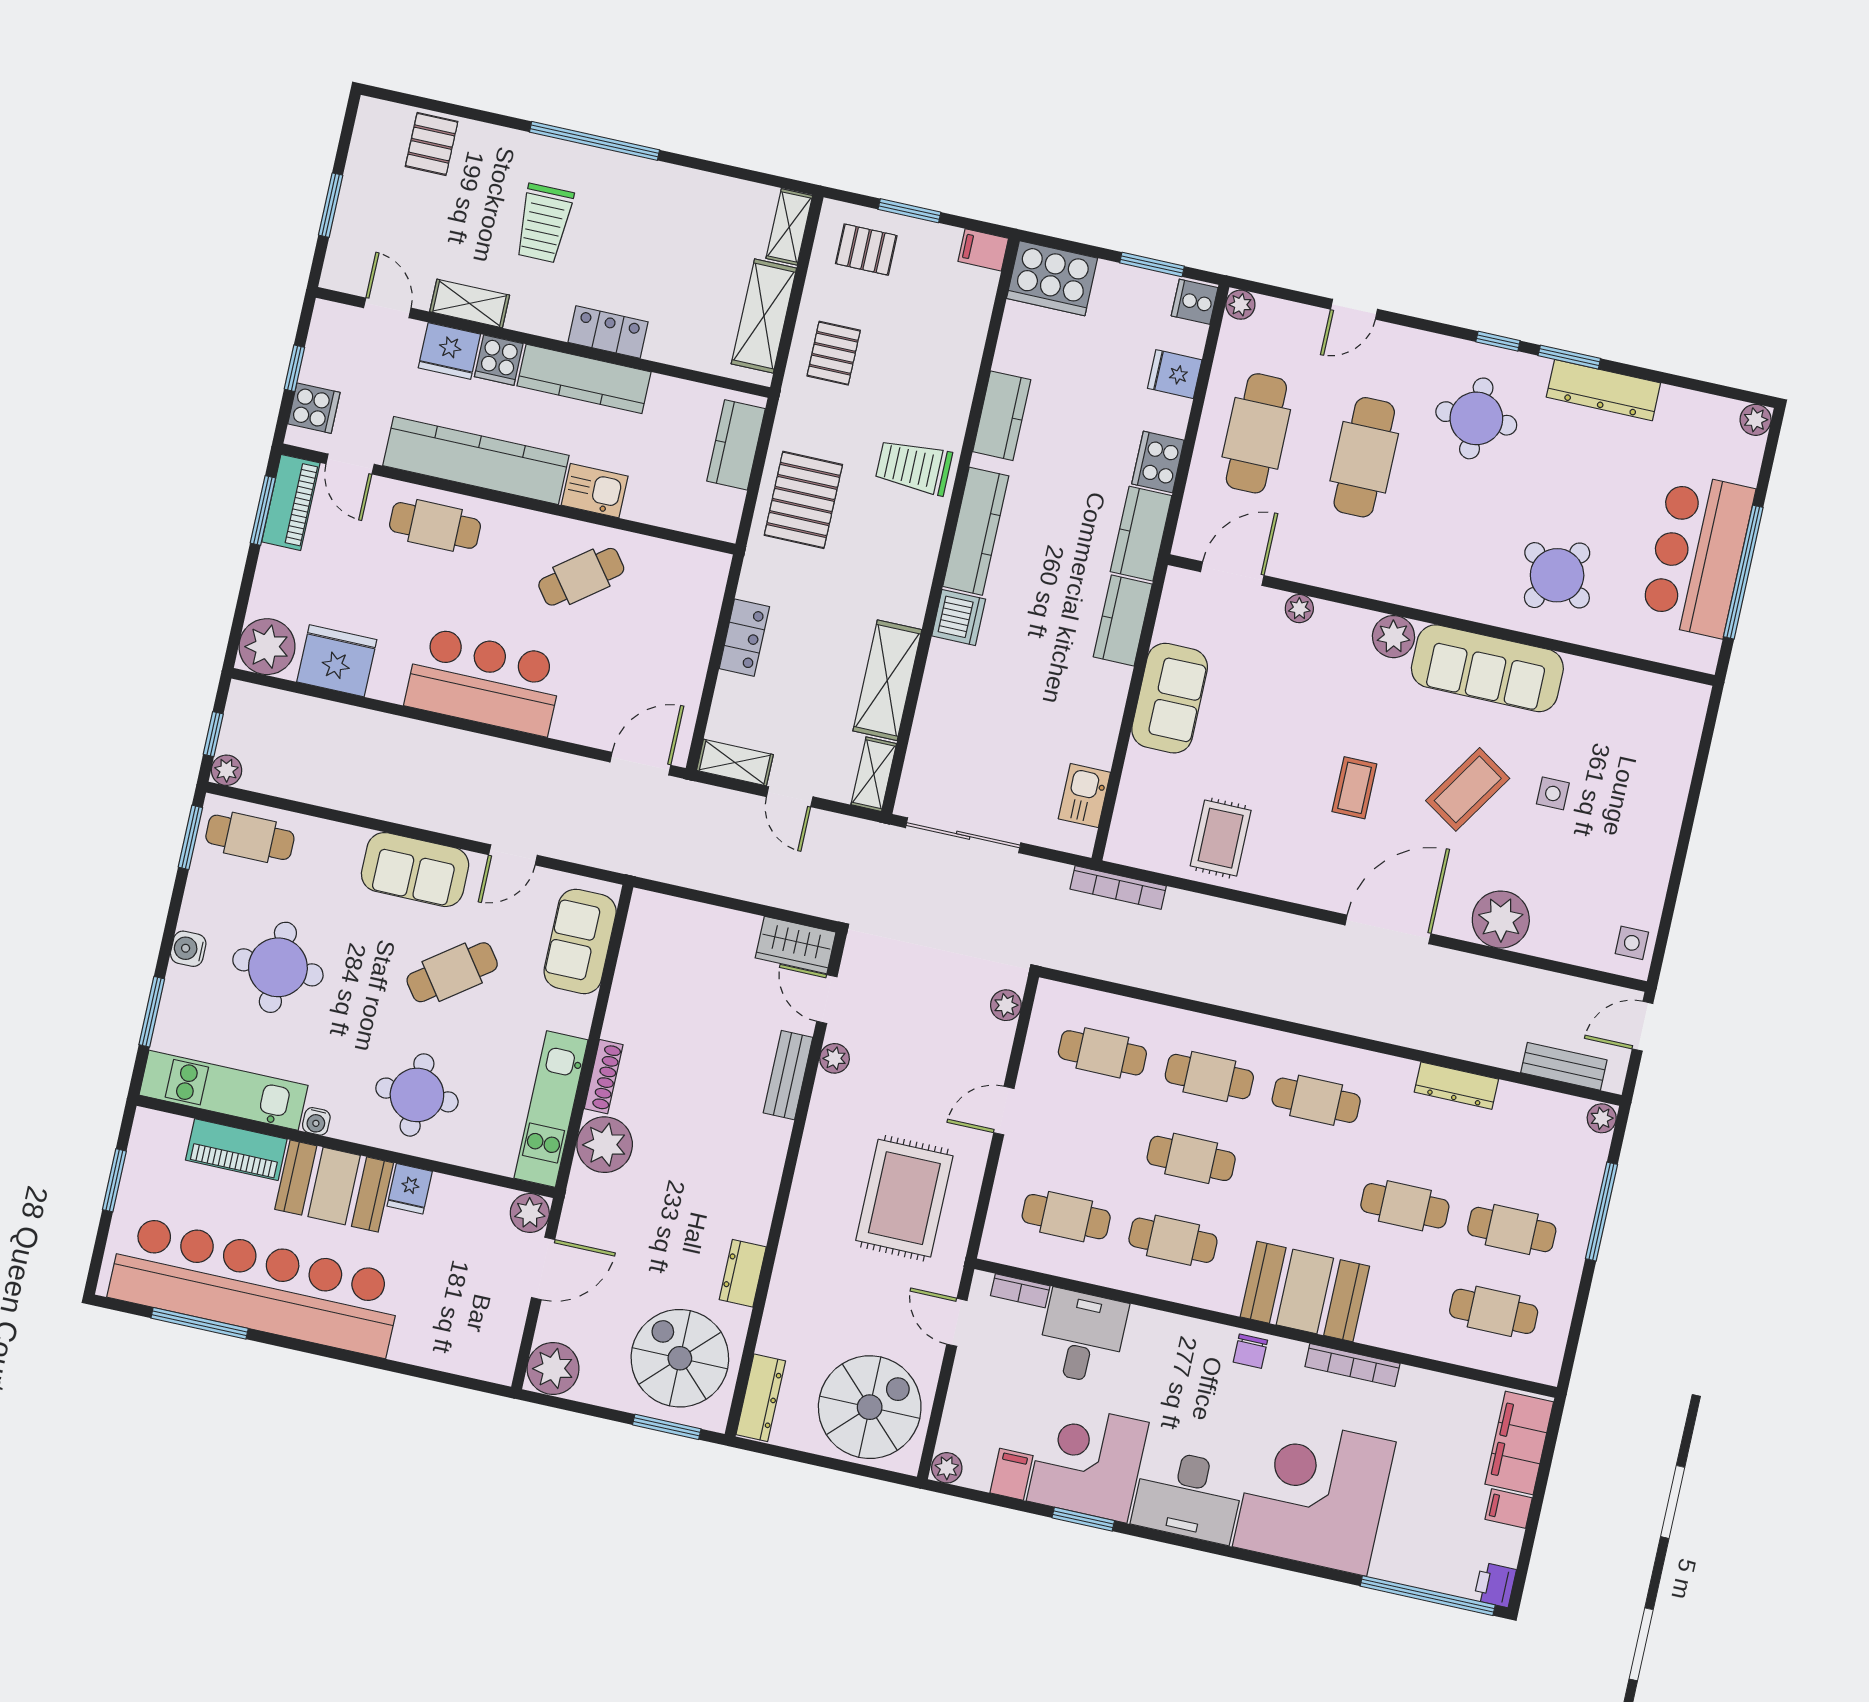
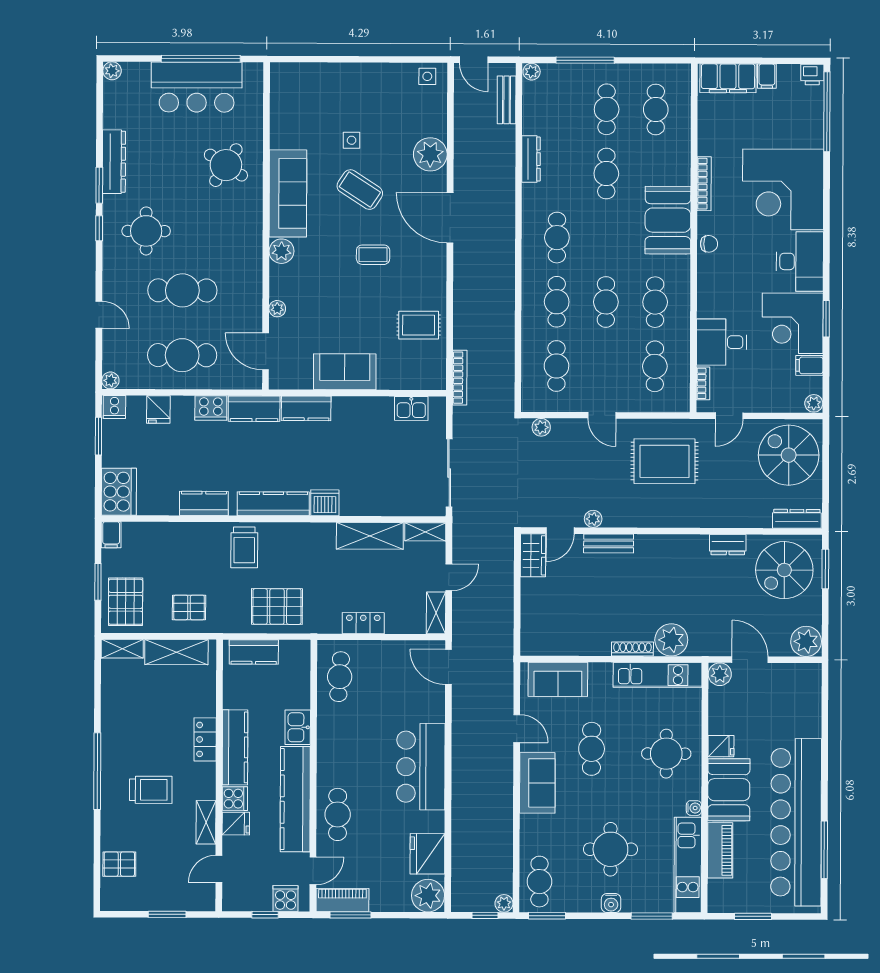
pallet: (866, 250) -> (126, 602), width x1.50, depth x1.42
fridge: (449, 351) -> (236, 824), width x0.72
cafe table: (581, 577) -> (340, 677), moved, turned 41
cafe table: (452, 972) -> (592, 749), turned 36

